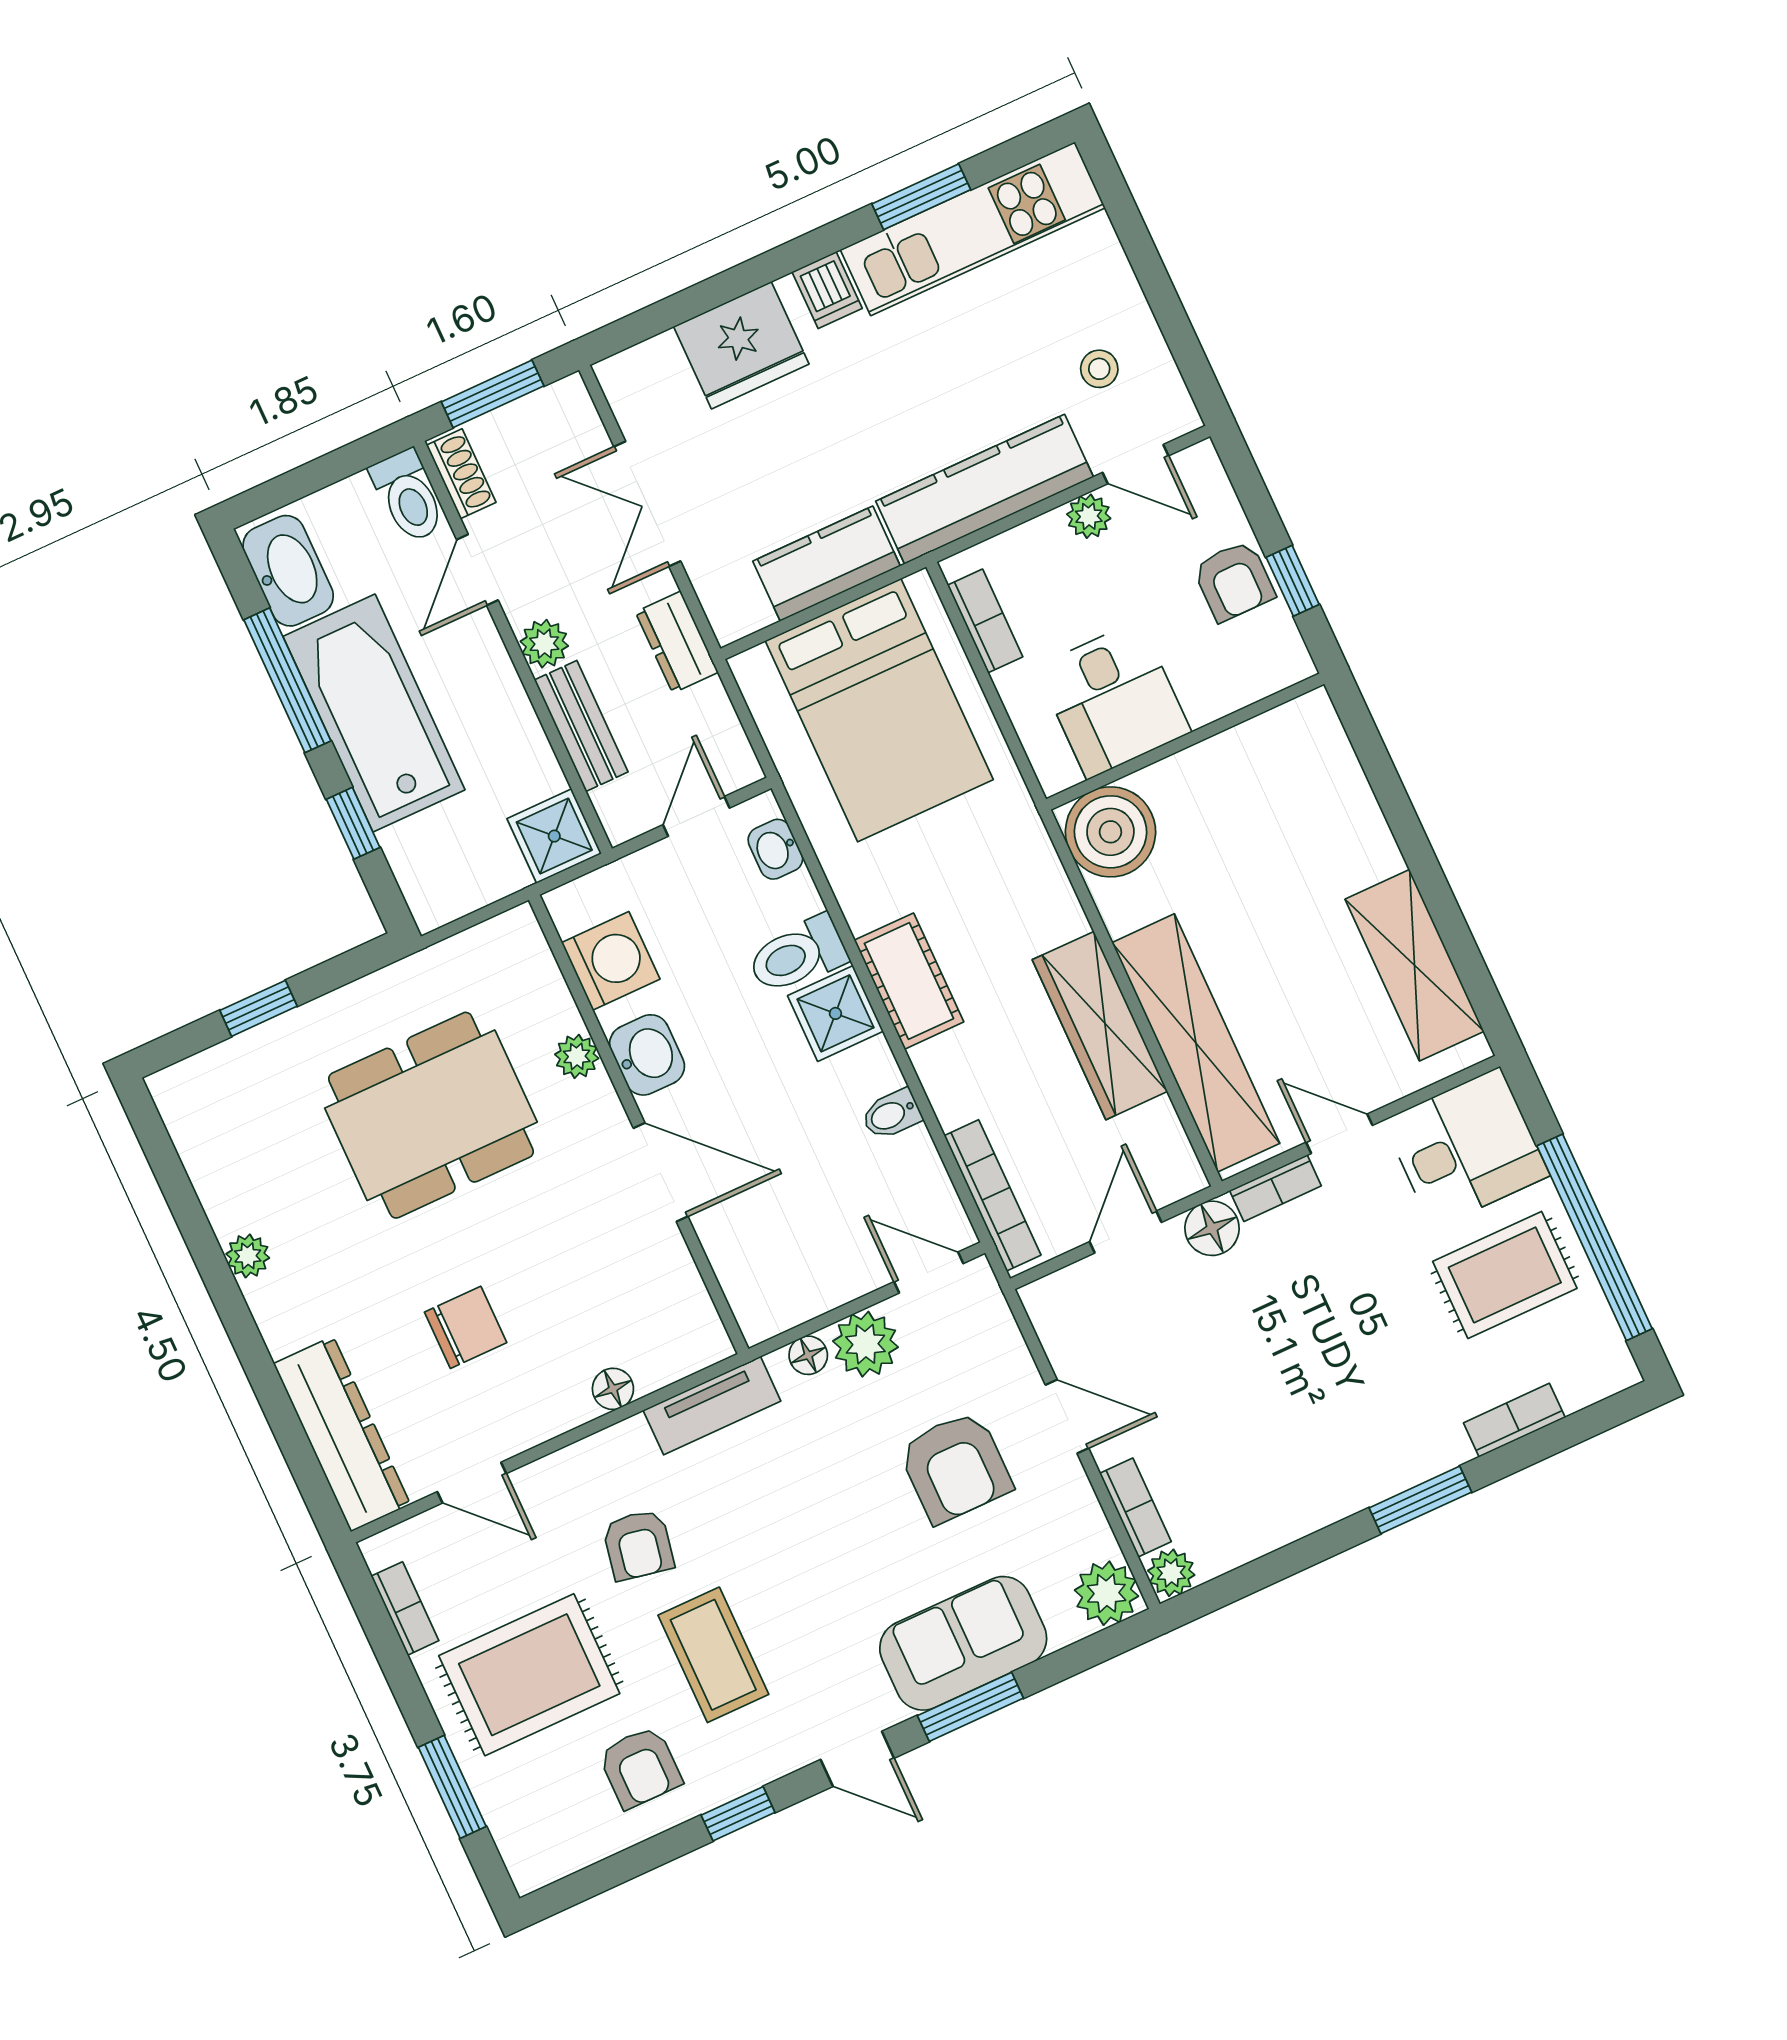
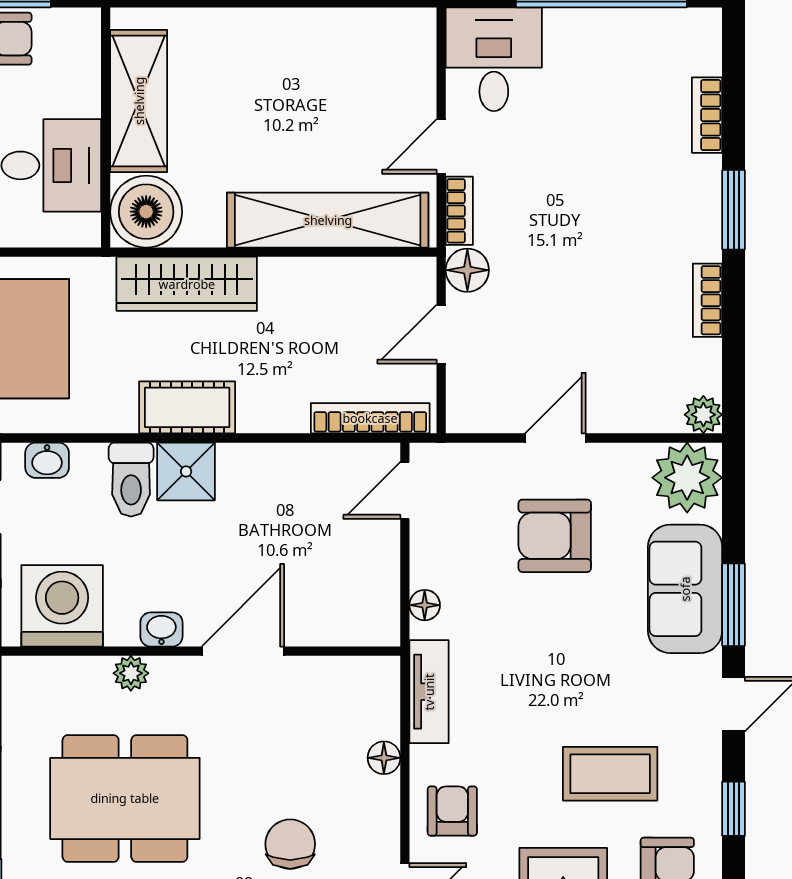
washing machine: (611, 961) -> (62, 606), width x1.37, depth x1.37
shelving: (1415, 965) -> (139, 101), moved, turned 90
wardrobe: (1100, 1026) -> (187, 284), moved
washbasin: (647, 1055) -> (161, 629), width x0.72, depth x0.69
bidet: (891, 1114) -> (278, 464), removed
dining table: (431, 1115) -> (125, 798), turned 90
door: (1126, 1232) -> (441, 334), hinge flipped
rug: (1505, 1275) -> (599, 74), removed
plant: (865, 1344) -> (436, 560), removed
armchair: (955, 1467) -> (555, 536), turned 180
bookcase: (1135, 1507) -> (708, 300), moved, turned -90
armchair: (638, 1545) -> (452, 811), moved, turned -101
plant: (1106, 1593) -> (687, 478), width x1.36, depth x1.36

